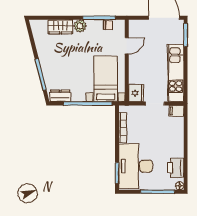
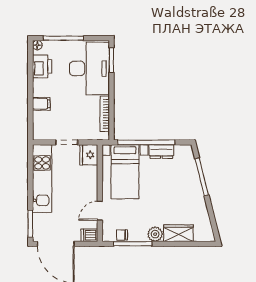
dishwasher: (136, 25) -> (89, 235), added
dresser: (60, 96) -> (161, 151), moved
filing cabinet: (176, 111) -> (41, 104), moved

